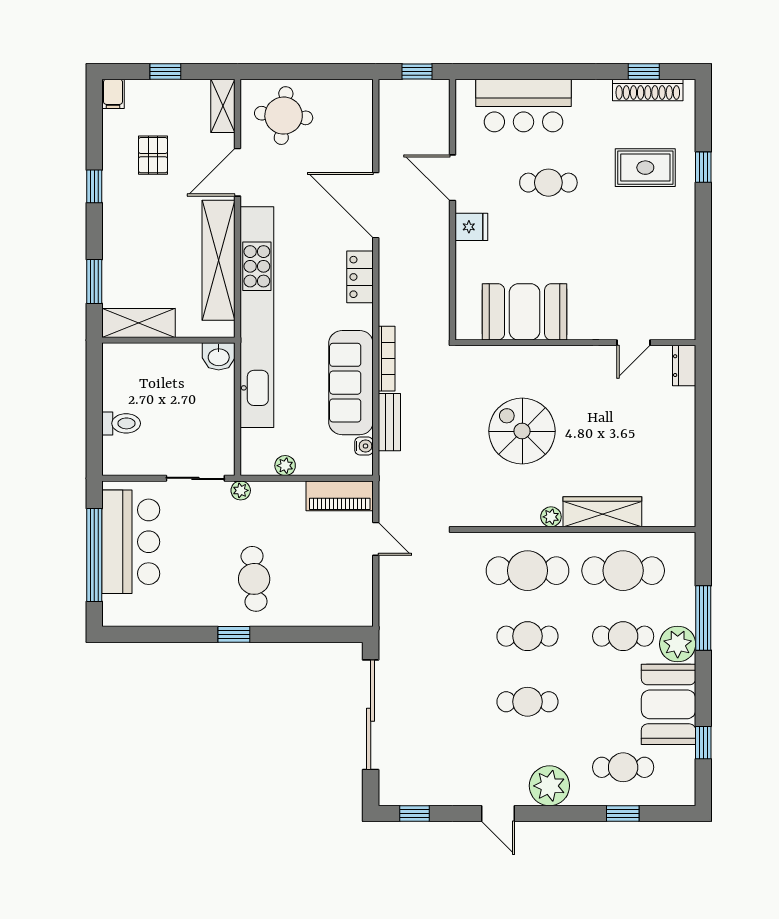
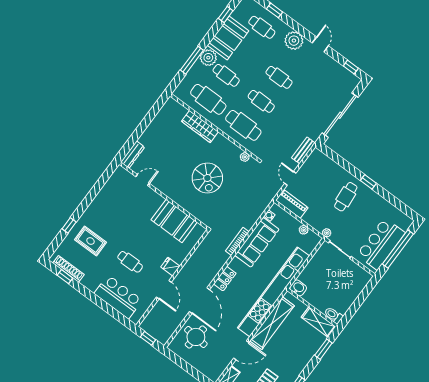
round table: (284, 116) -> (196, 337), moved
dresser: (684, 366) -> (133, 155), width x1.44
bench: (389, 422) -> (303, 150), moved
toilet: (121, 423) -> (333, 315), moved
plant: (551, 517) -> (245, 157), moved

